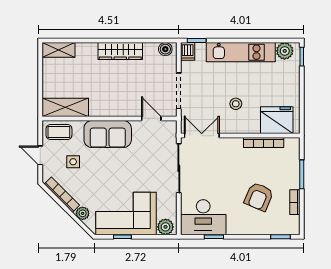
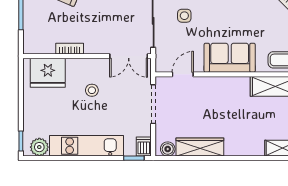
wardrobe: (120, 51) -> (200, 147), moved
door: (151, 118) -> (183, 74), swing flipped
bookcase: (264, 143) -> (70, 49), width x0.64
side table: (73, 162) -> (184, 16), moved

